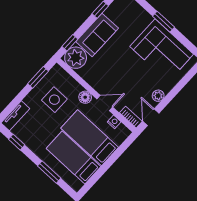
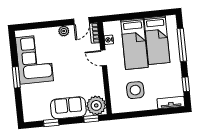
window: (38, 77) -> (133, 115), removed
floor lamp: (85, 97) -> (113, 73), removed
window: (49, 172) -> (182, 45), width x1.44

